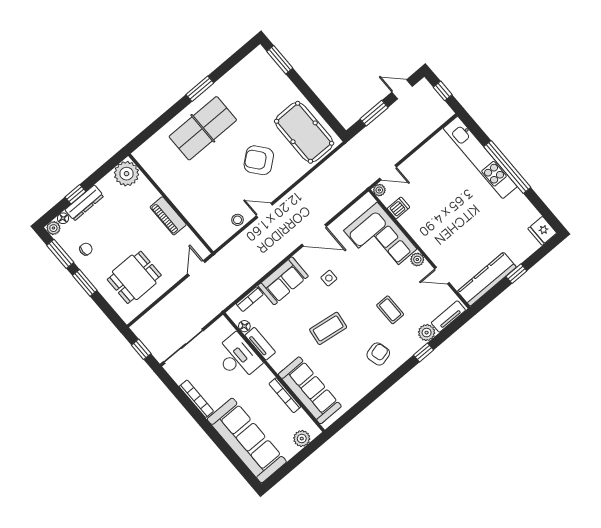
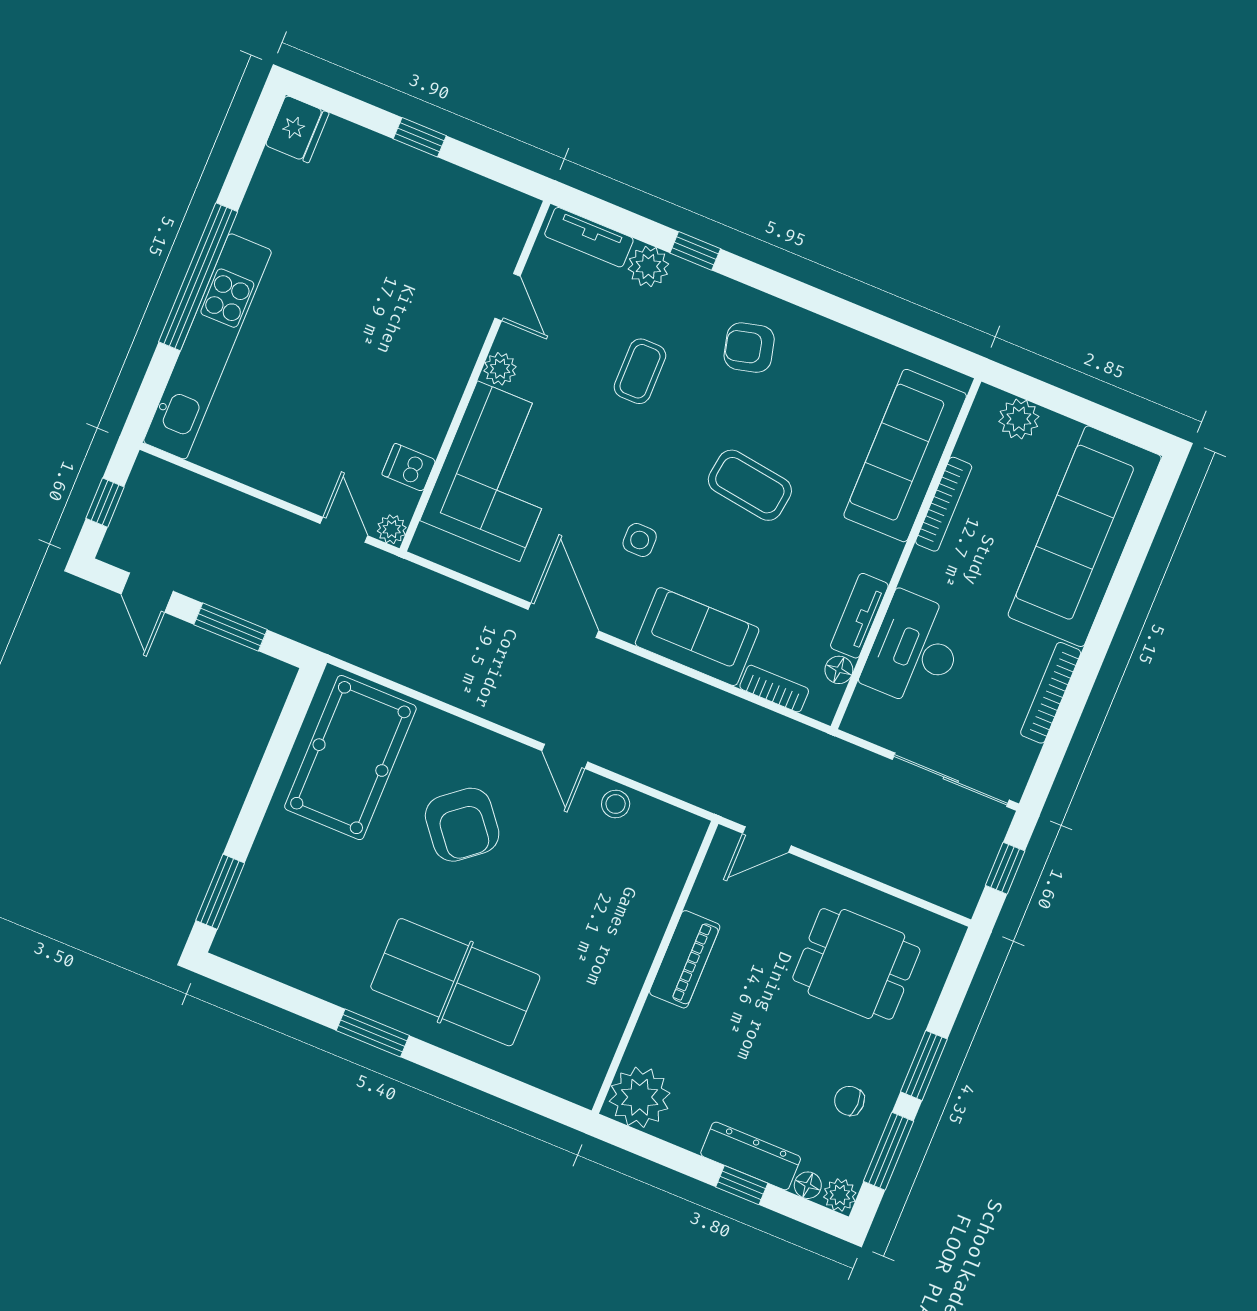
kitchen counter: (487, 279) -> (465, 195), removed

